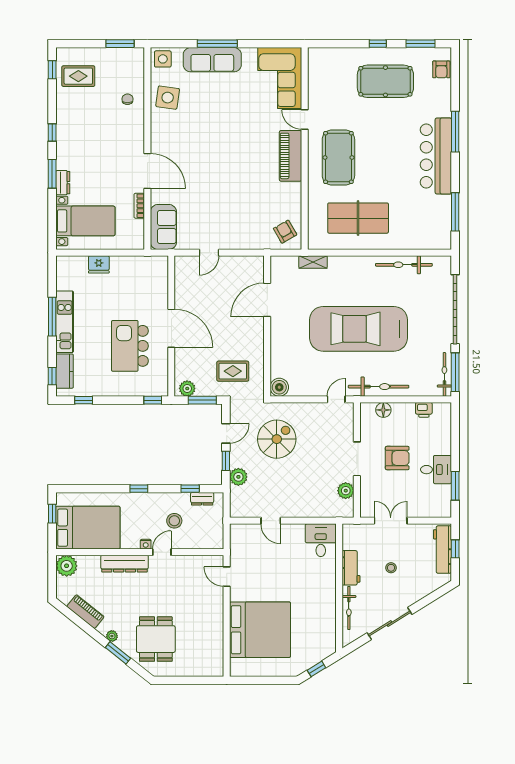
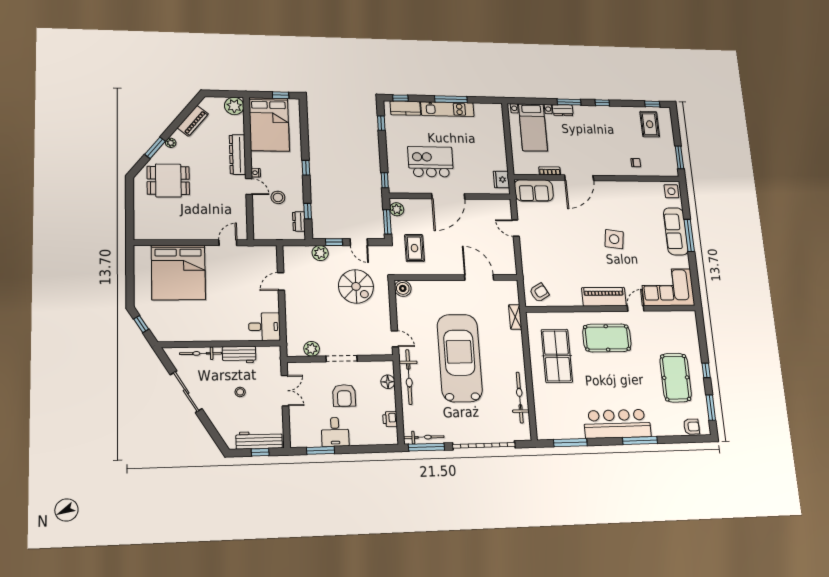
armchair: (441, 69) -> (691, 427), turned 180
side table: (168, 98) -> (614, 239), moved
fridge: (99, 264) -> (501, 179), moved

